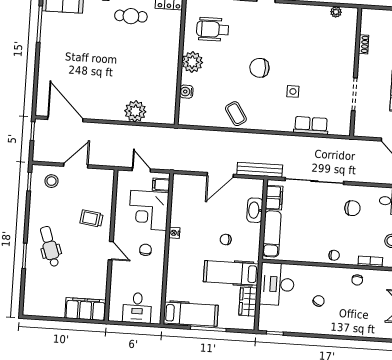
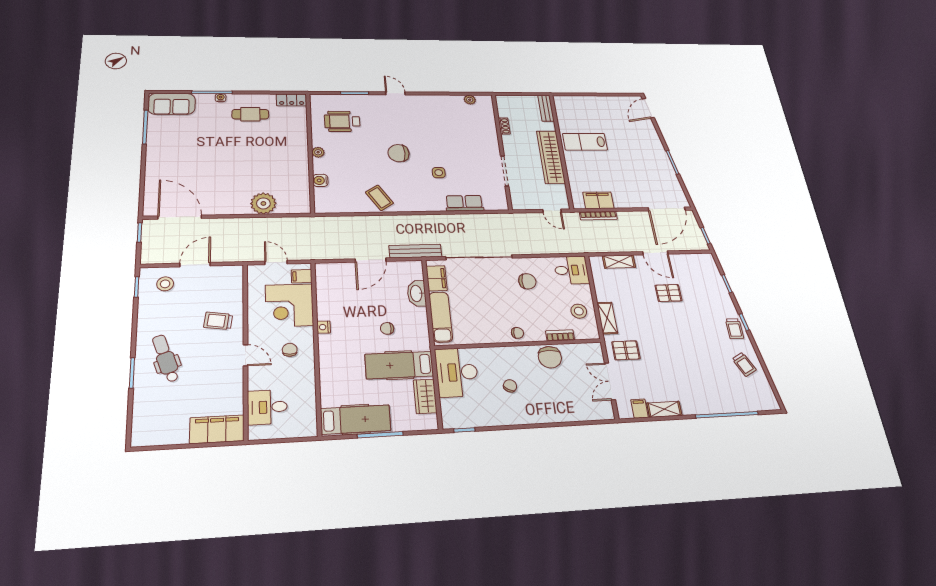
plant: (192, 62) -> (318, 152), width x0.53, depth x0.53
chair: (357, 280) -> (550, 357), width x1.87, depth x1.87
desk: (137, 308) -> (267, 407), moved, turned 90

